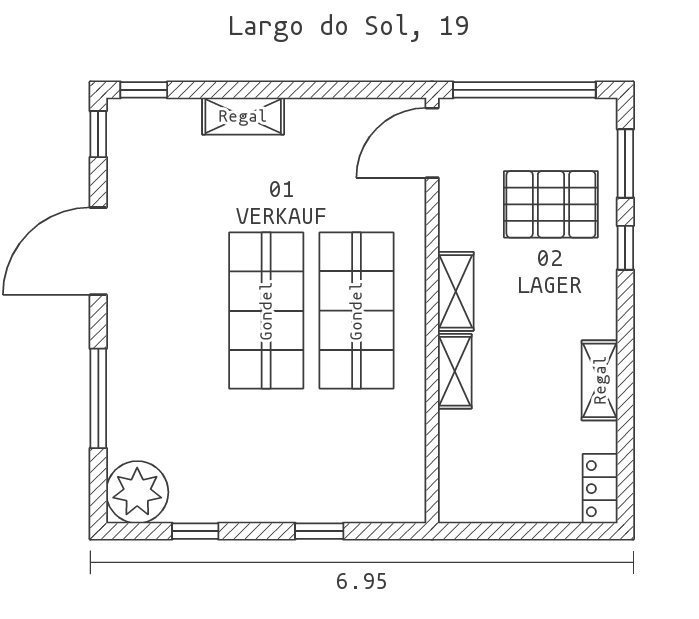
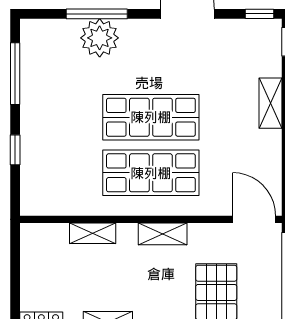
shelving: (455, 371) -> (93, 233), moved
plant: (137, 492) -> (100, 38), moved
window: (195, 531) -> (15, 74), width x2.17

